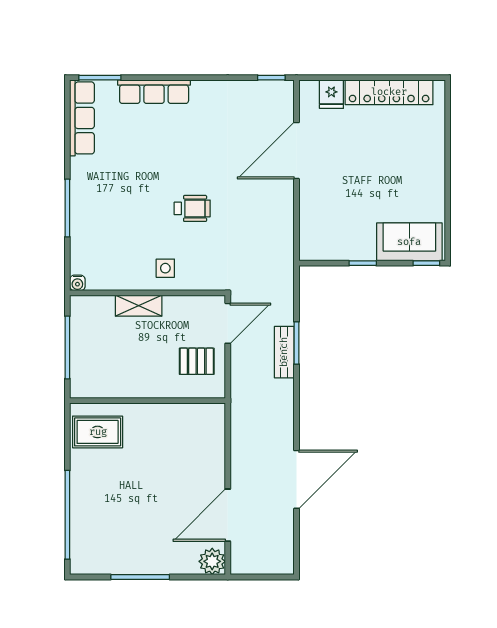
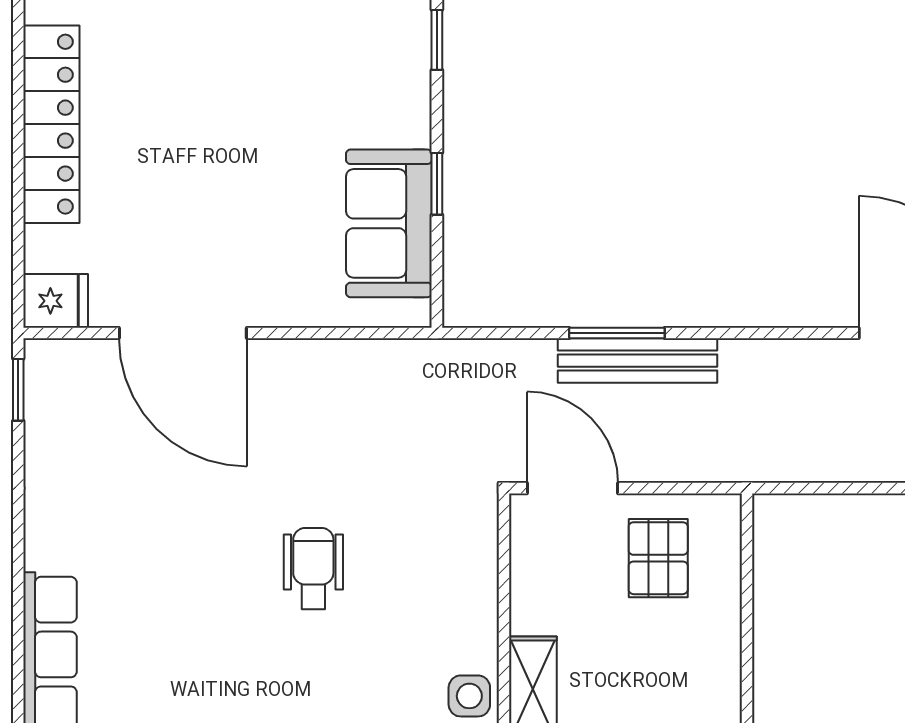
fridge: (331, 94) -> (56, 301), moved
sofa: (409, 242) -> (389, 223), moved
side table: (165, 268) -> (469, 696), moved
bench: (284, 352) -> (638, 361), width x1.36

